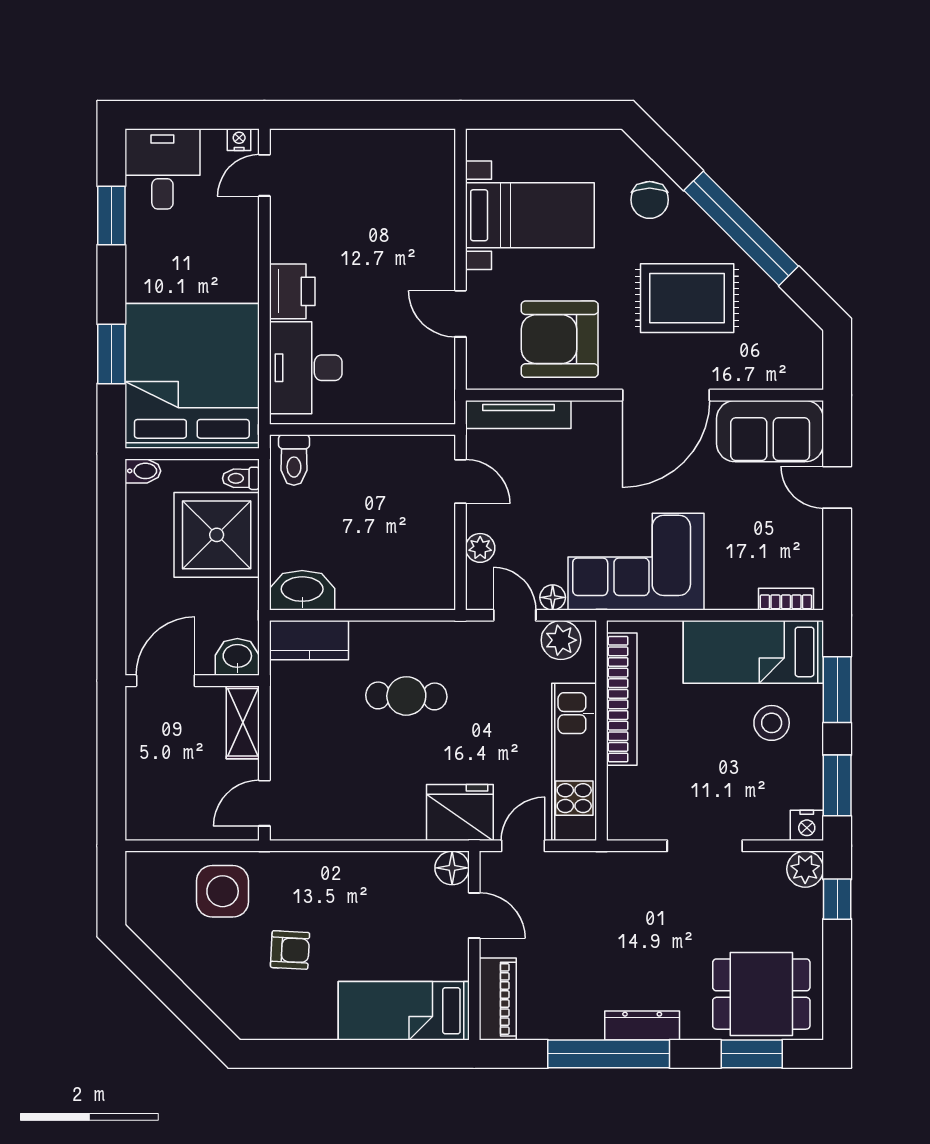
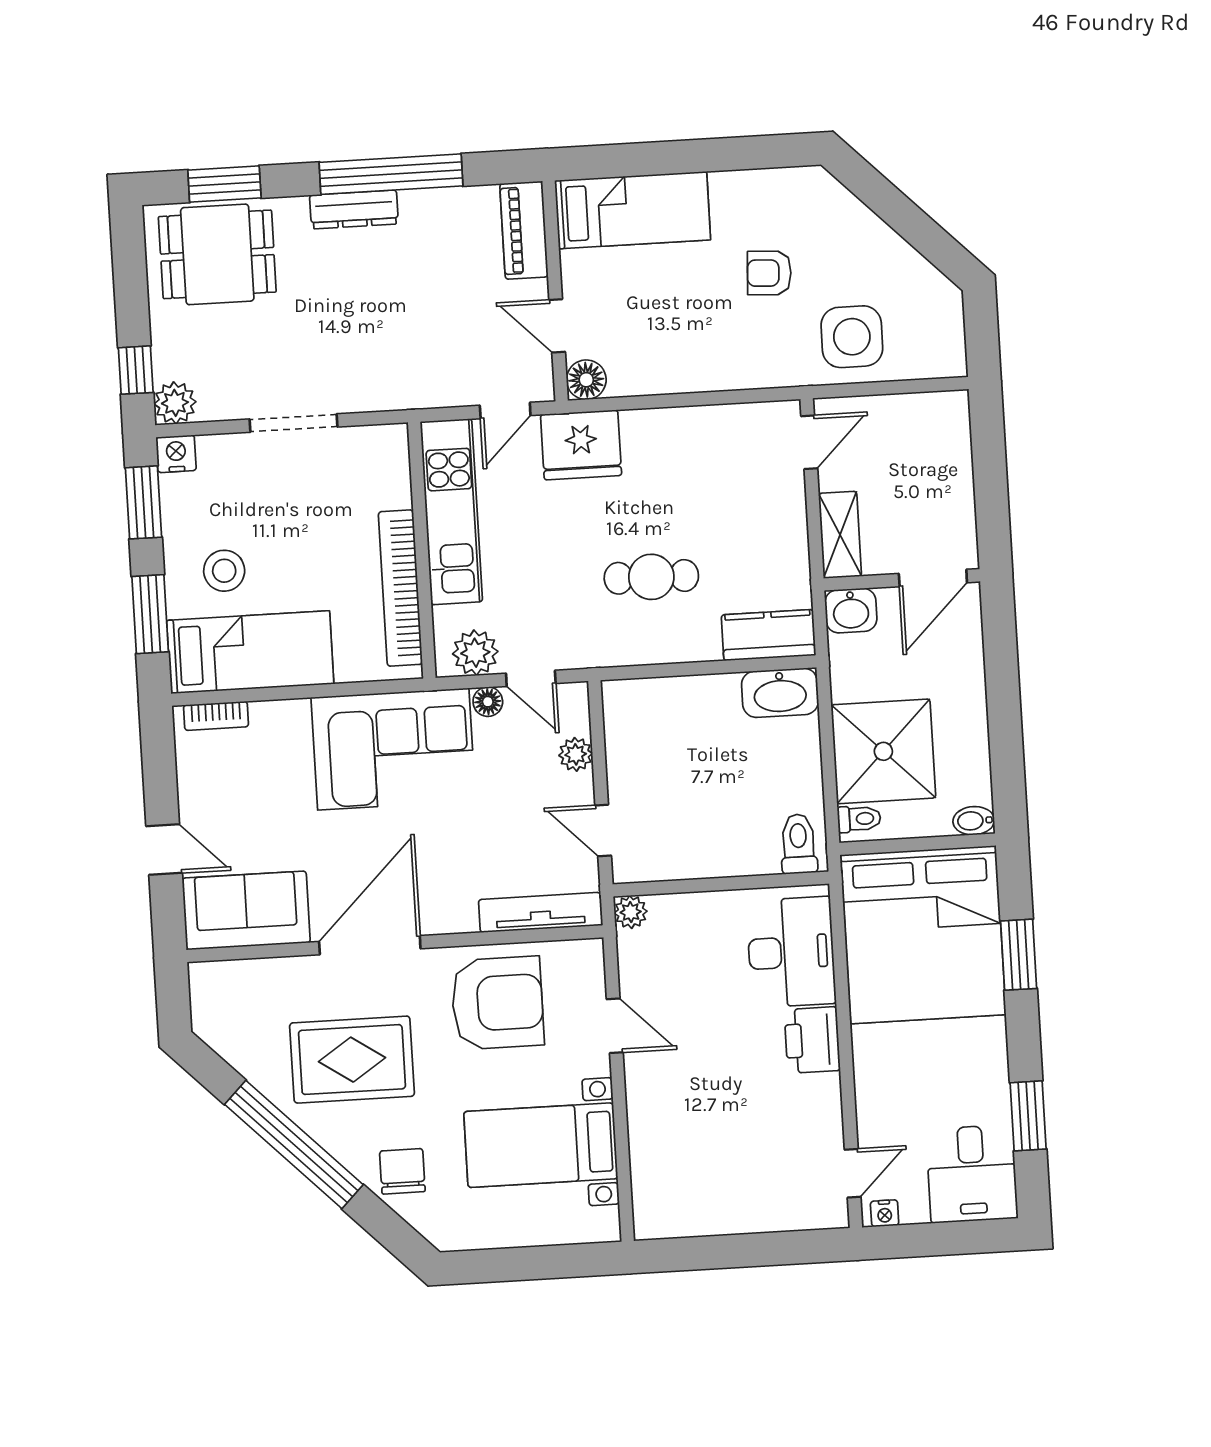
plant: (441, 410) -> (631, 912), added

